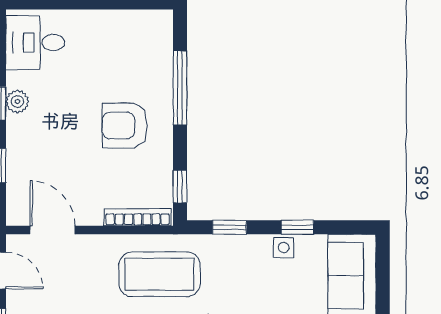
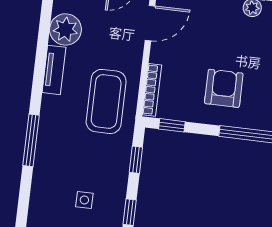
side table: (284, 247) -> (84, 200), moved

